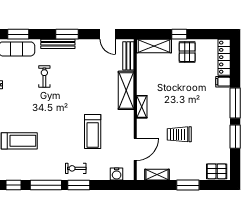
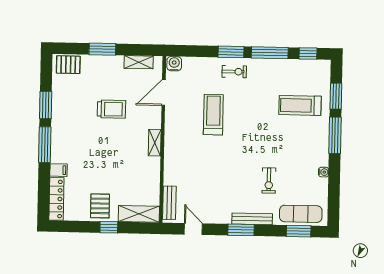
shelving: (126, 90) -> (173, 162), removed
water cooler: (117, 174) -> (174, 64), moved

